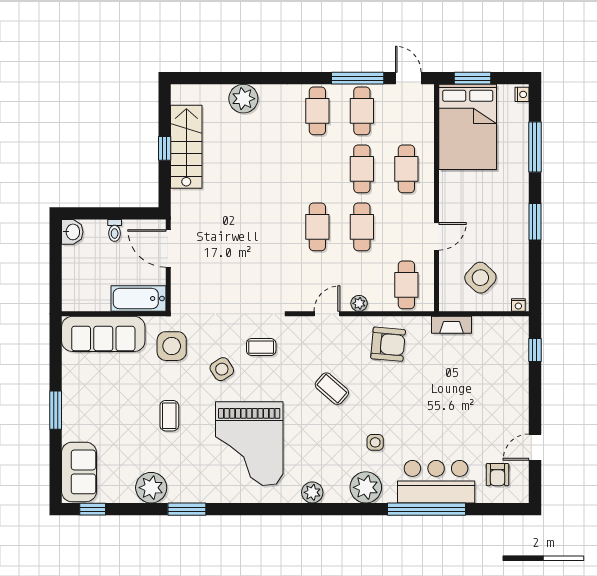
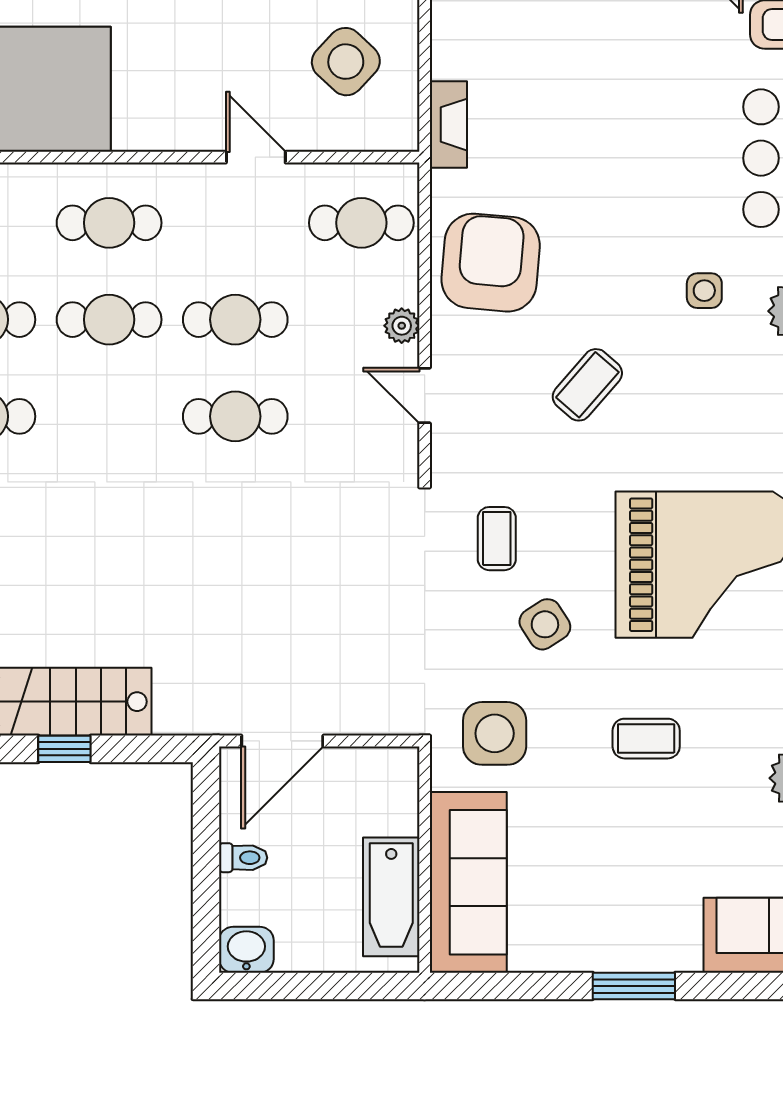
bathtub: (138, 299) -> (391, 897), moved
armchair: (388, 344) -> (491, 263), width x1.36, depth x1.36

